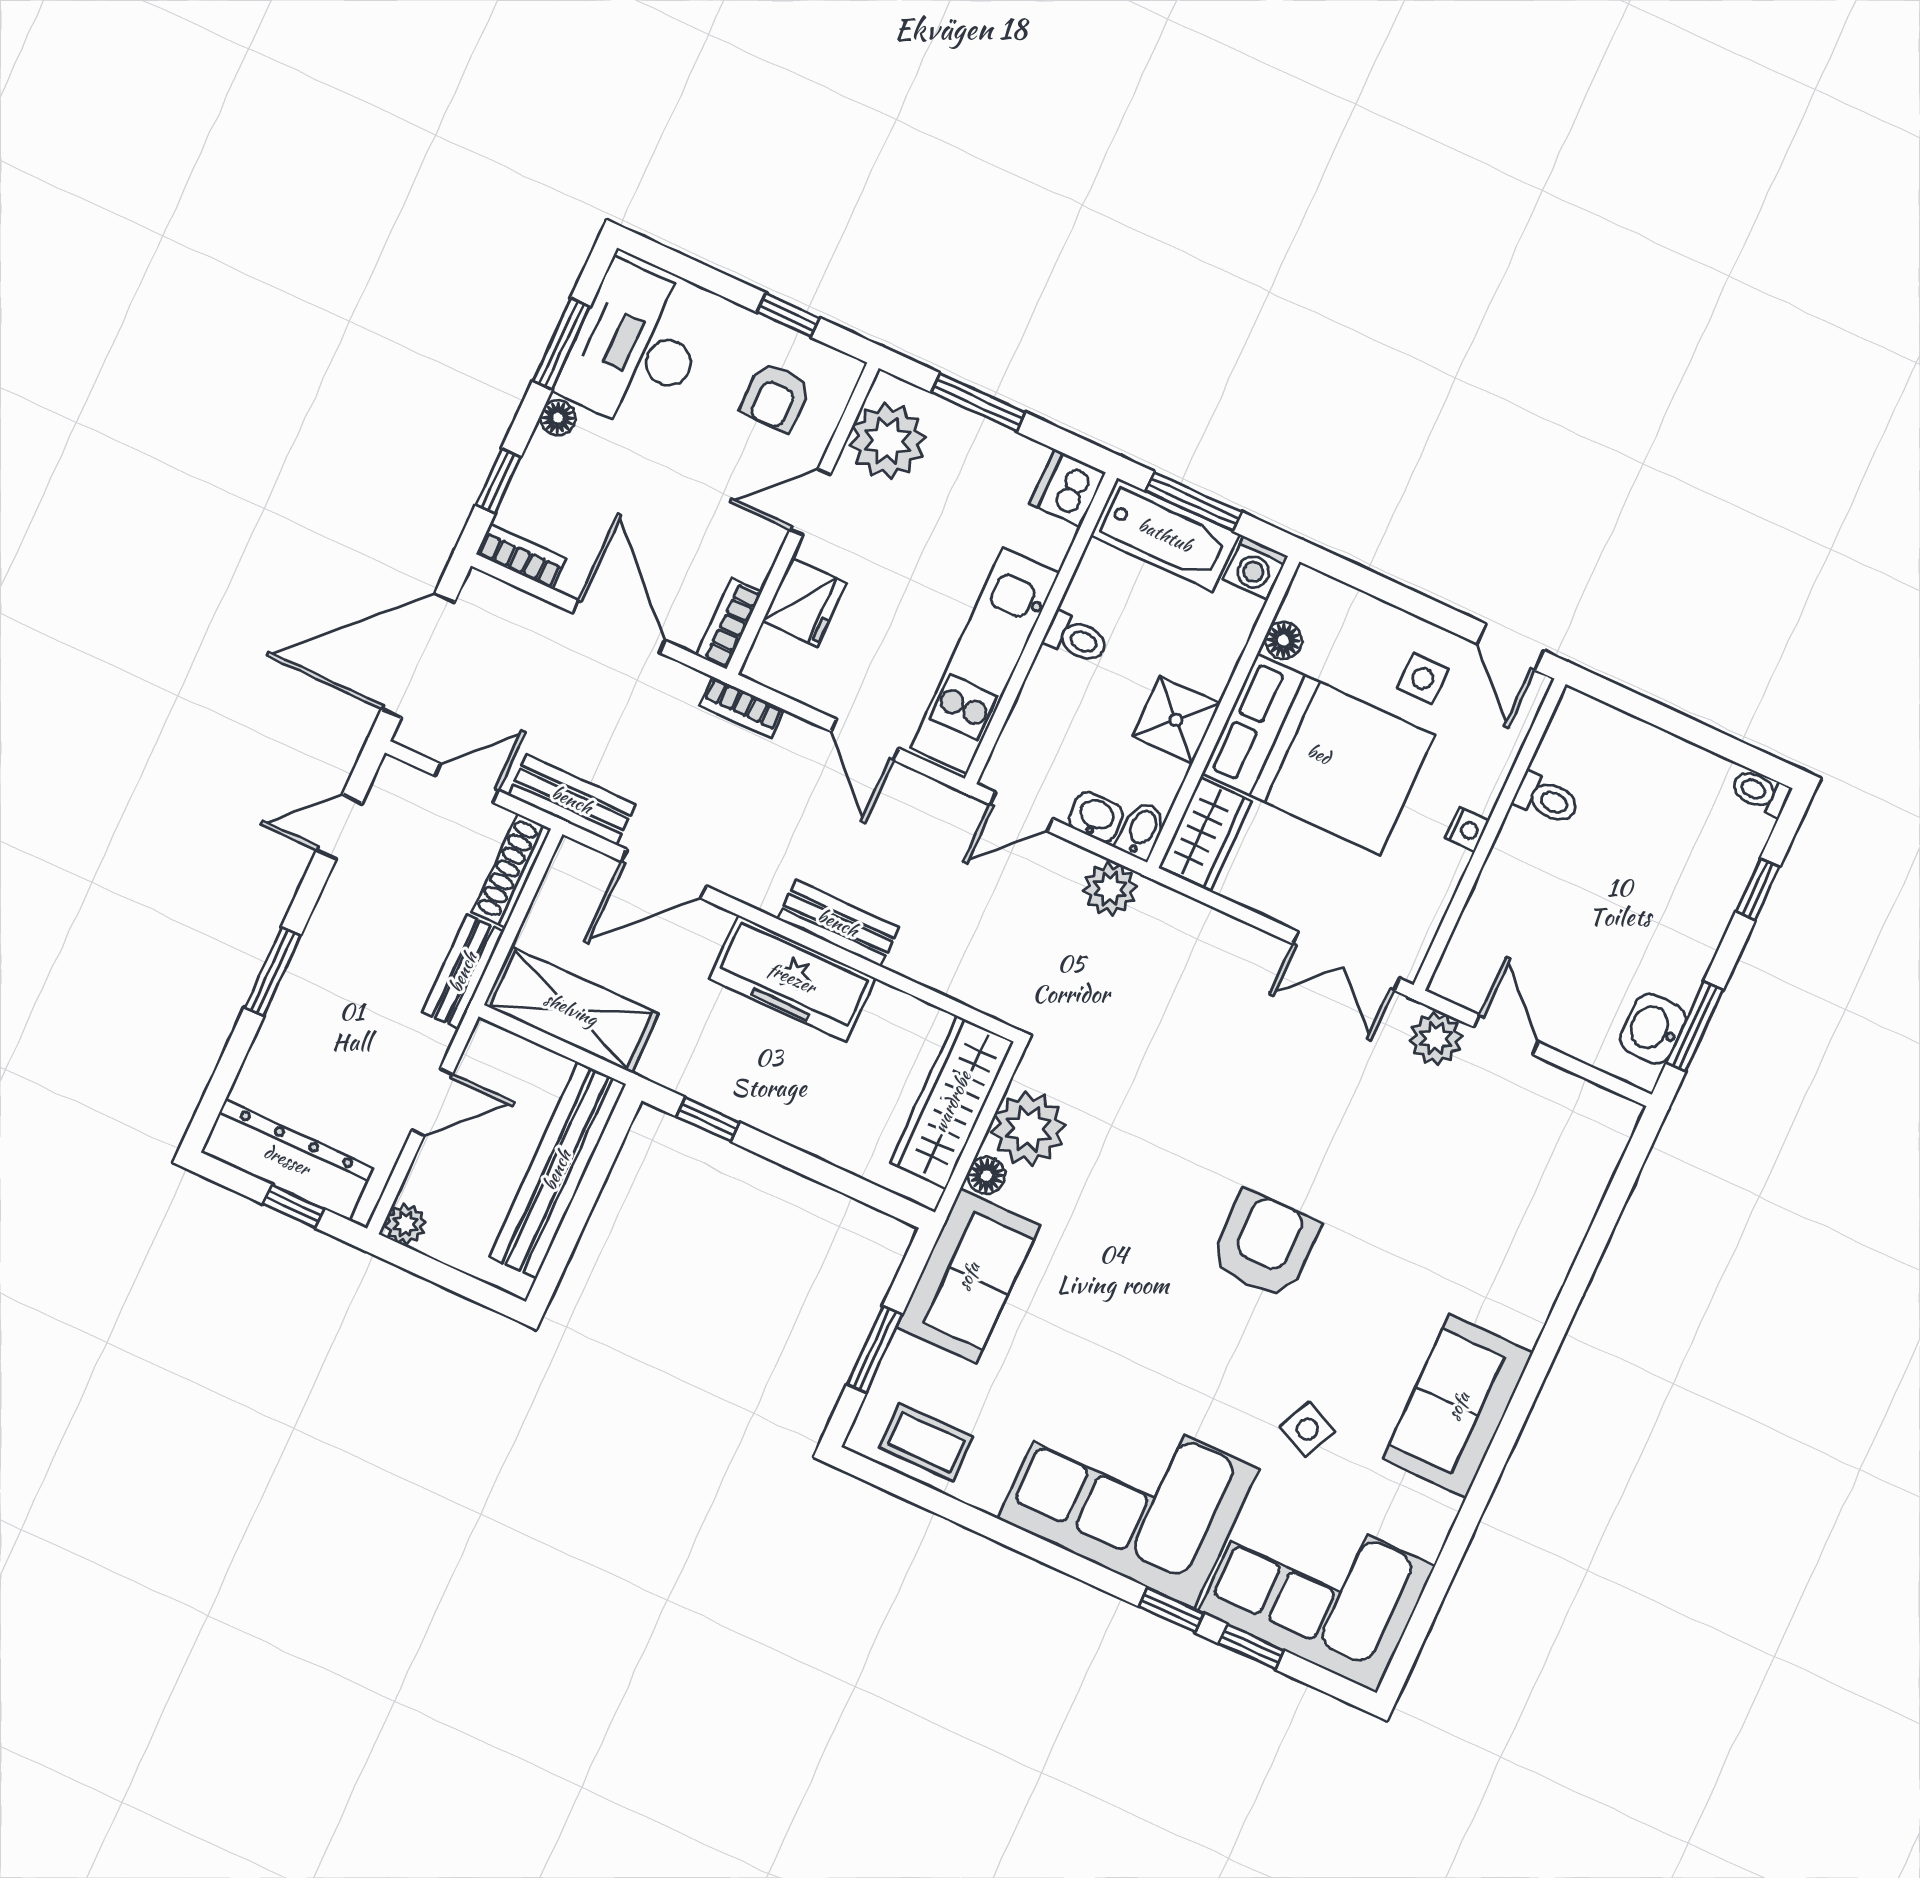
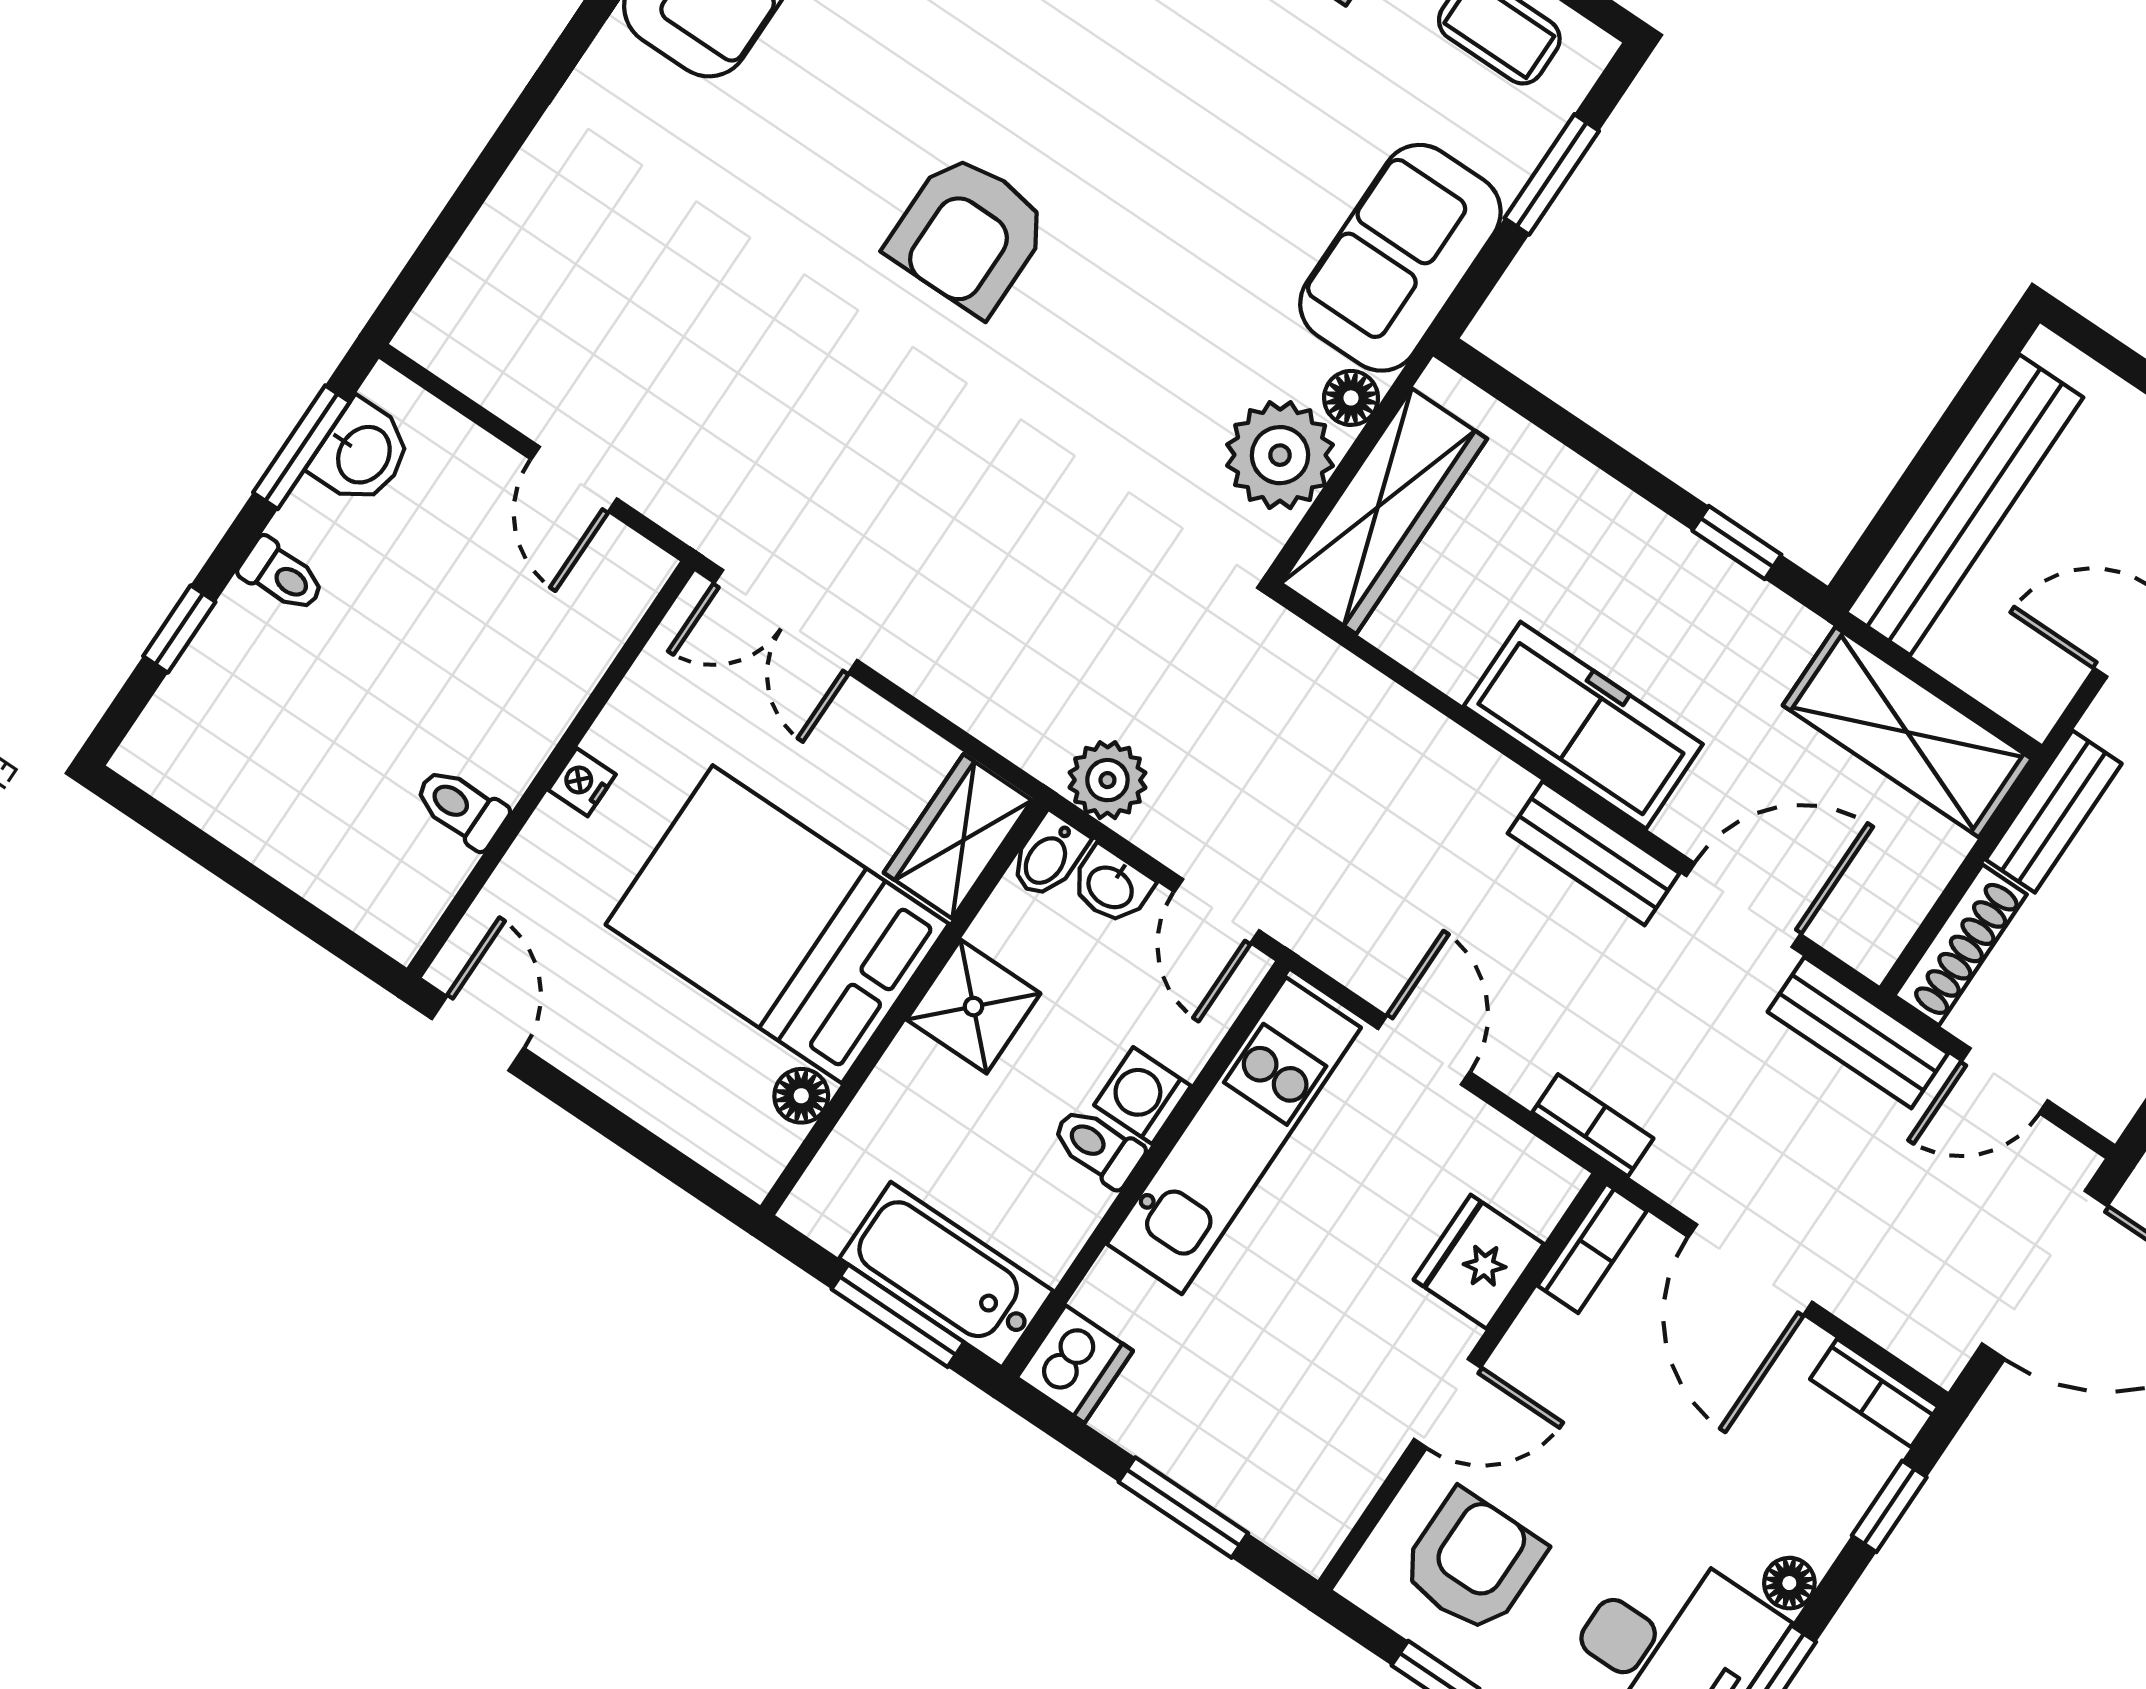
armchair: (776, 397) -> (1472, 1562), width x1.38, depth x1.38
plant: (887, 441) -> (1322, 1474), removed
washing machine: (1255, 568) -> (1143, 1095), moved, turned -90
side table: (1423, 678) -> (610, 1009), removed
toilet: (1760, 792) -> (282, 575), moved
door: (1021, 812) -> (1217, 911), swing flipped
bench: (838, 923) -> (1594, 853), moved
double door: (1346, 961) -> (786, 622), swing flipped
plant: (1436, 1038) -> (675, 490), removed

